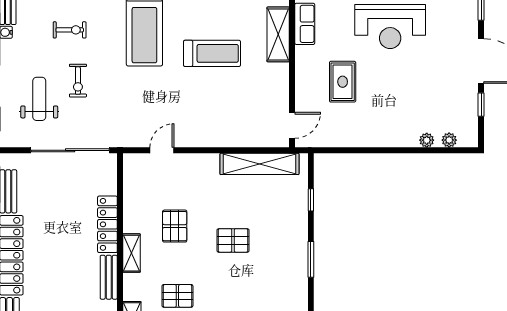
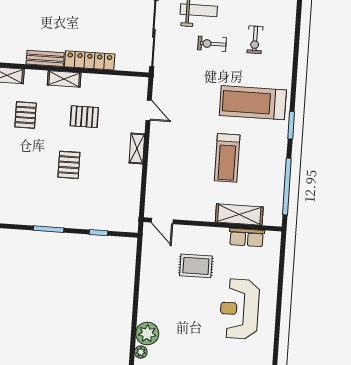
plant: (427, 140) -> (147, 334), width x1.87, depth x1.87
shelving: (259, 164) -> (137, 149), moved, width x0.45, depth x0.75

